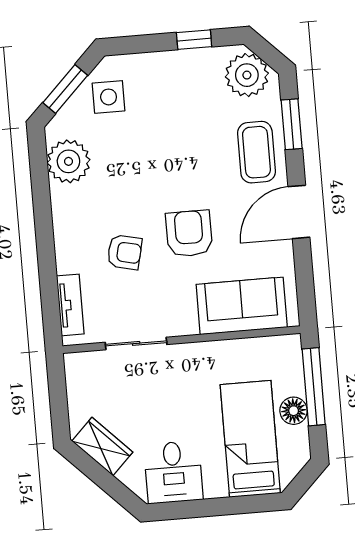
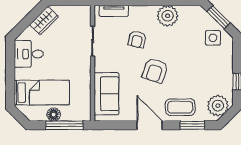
plant: (68, 161) -> (168, 16), moved
armchair: (189, 234) -> (155, 70), moved, turned 109

